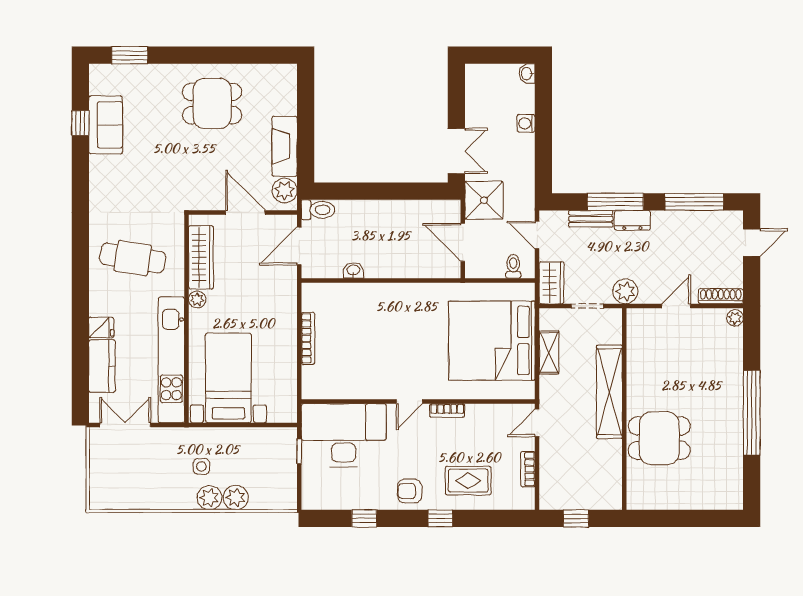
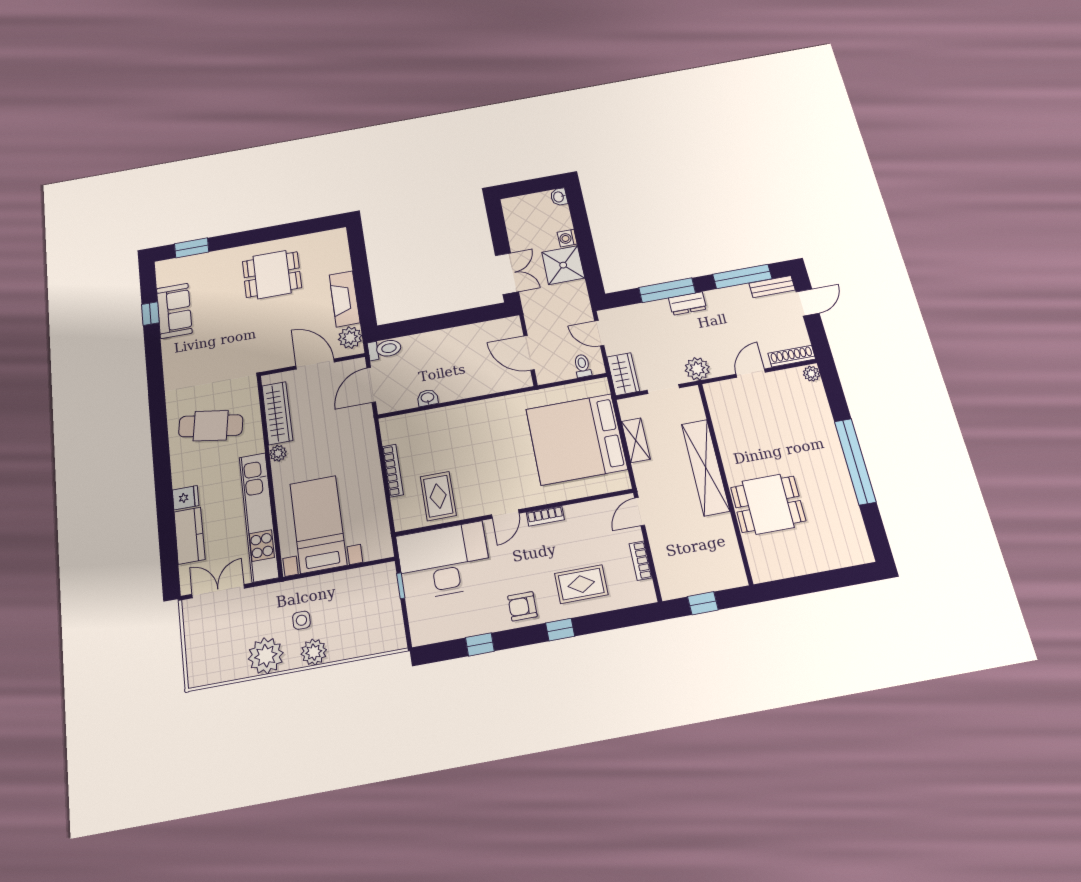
shower: (484, 200) -> (563, 265), moved
bench: (591, 219) -> (772, 287), moved
rug: (348, 372) -> (438, 496), added
plant: (236, 498) -> (266, 656), moved, width x1.36, depth x1.36

